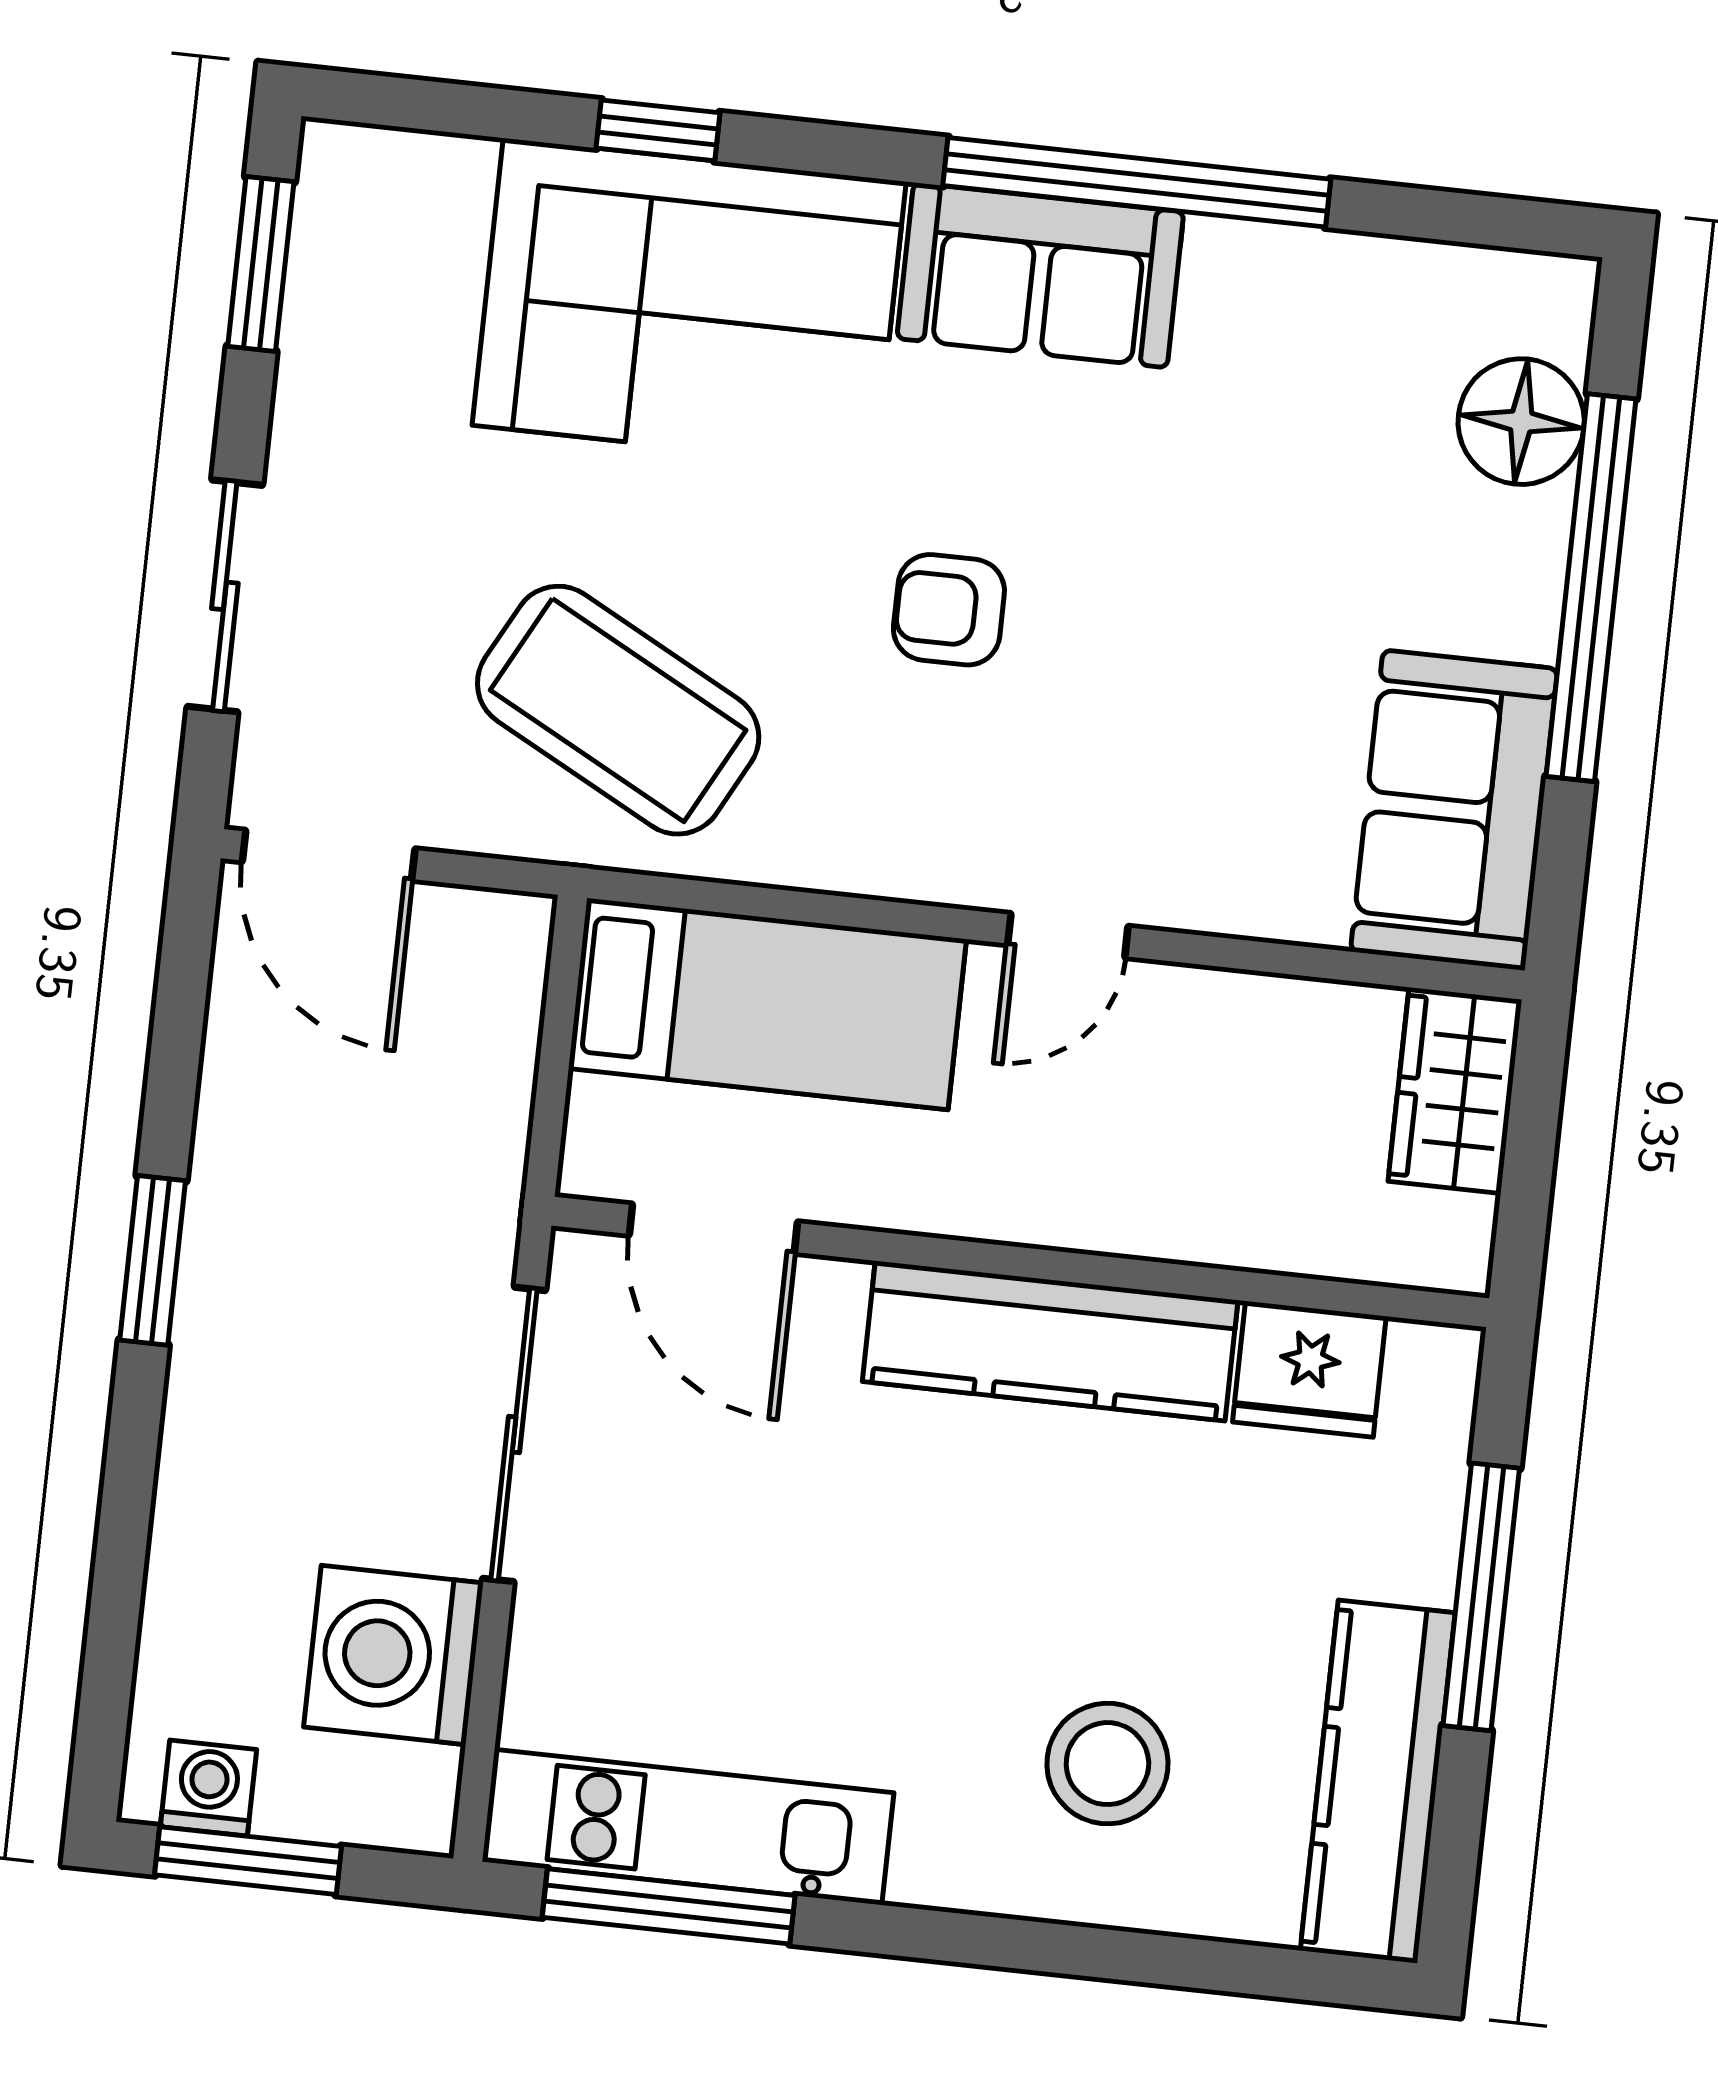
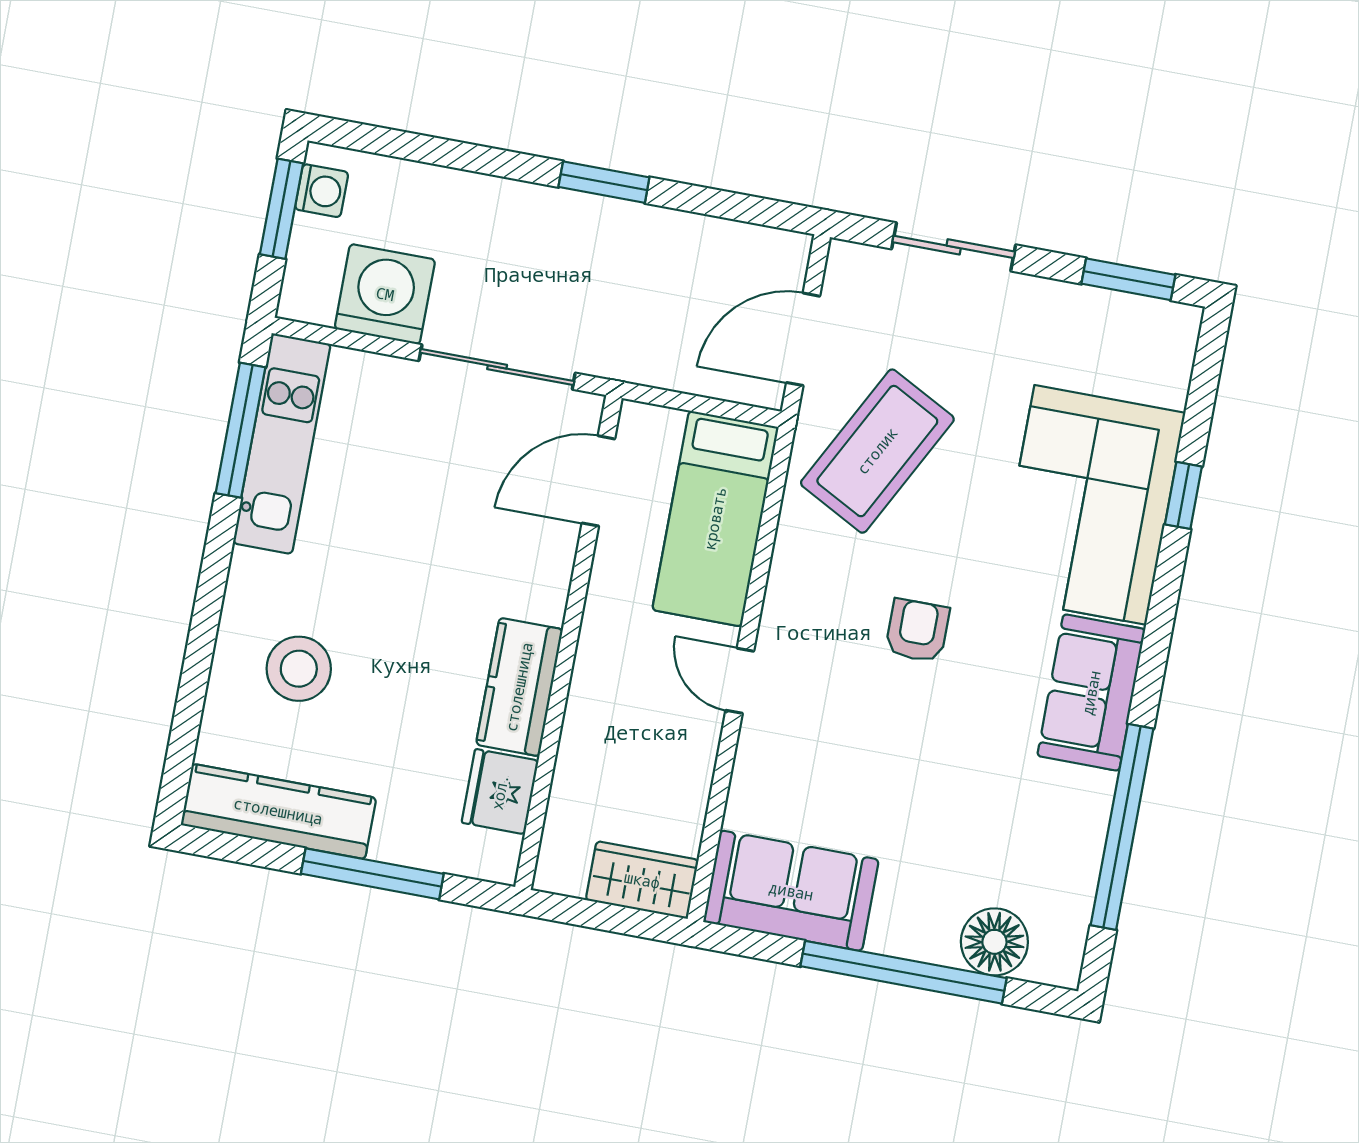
window: (1137, 182) -> (1122, 827), moved
door: (329, 855) -> (803, 339), moved
kitchen counter: (1050, 1341) -> (519, 687), width x0.67

